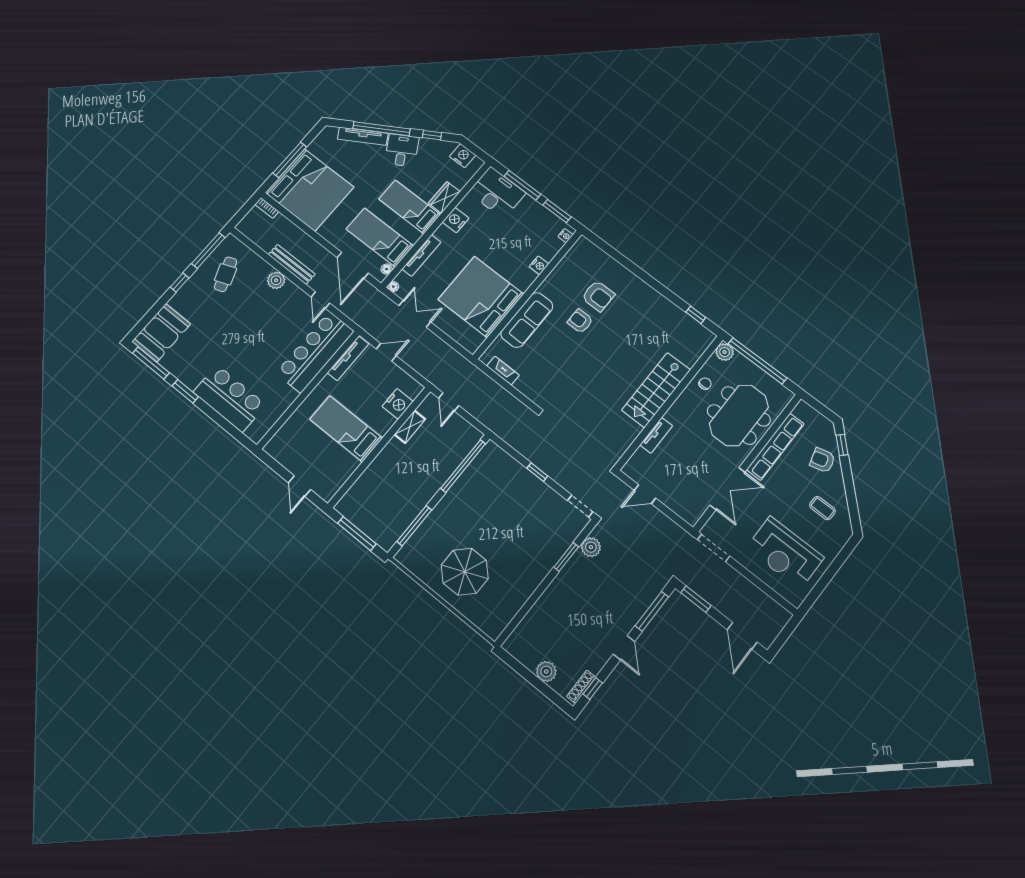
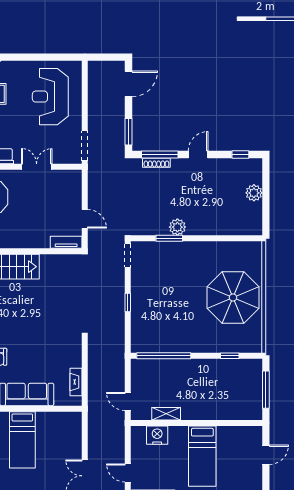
bed: (481, 297) -> (22, 440), width x0.49
door: (449, 402) -> (128, 401), swing flipped
tv unit: (656, 435) -> (66, 242), moved
double door: (727, 489) -> (37, 167), width x0.73
window: (414, 526) -> (230, 356), width x0.46
plant: (591, 547) -> (177, 227), moved
reception desk: (785, 553) -> (50, 97), turned 180
parasol: (465, 572) -> (233, 297), width x1.36, depth x1.36
shoe rack: (581, 687) -> (156, 163), moved

